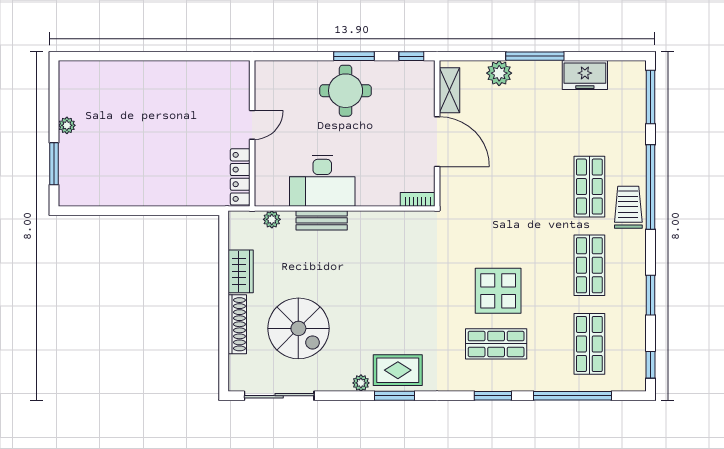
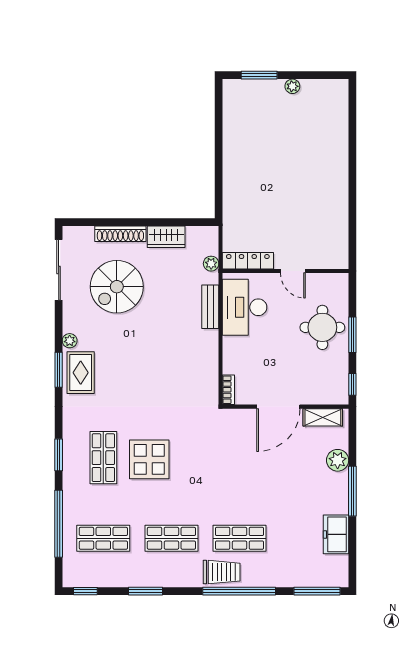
door: (252, 125) -> (293, 271), moved
wall: (252, 133) -> (285, 271), moved
locker: (240, 177) -> (248, 261), moved

